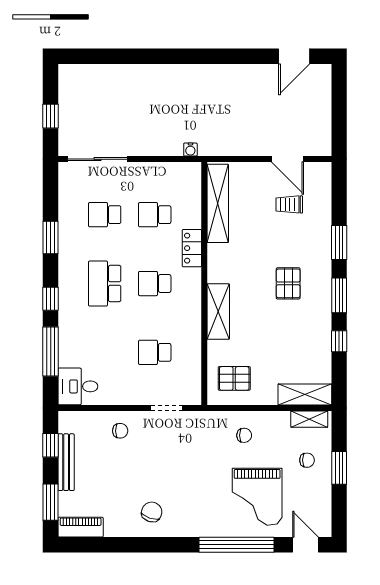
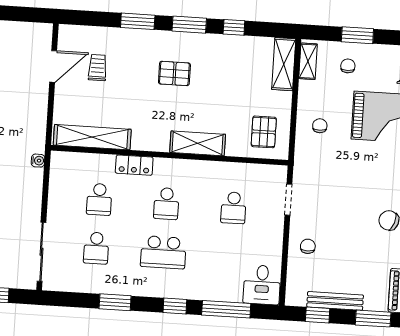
trolley: (289, 204) -> (98, 68), turned 180

